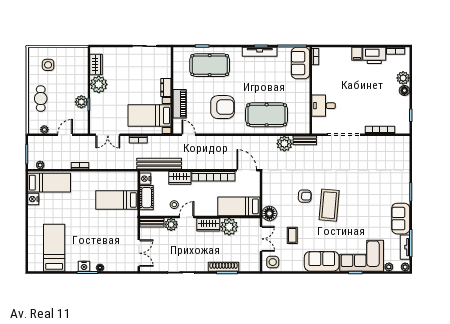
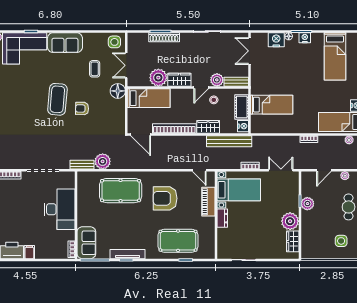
desk: (324, 106) -> (60, 209), width x1.87, depth x1.30
nightstand: (112, 264) -> (276, 40), added

